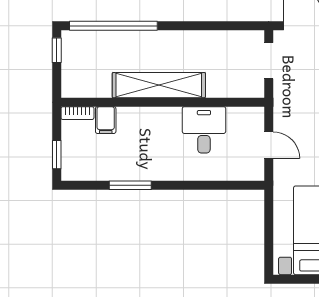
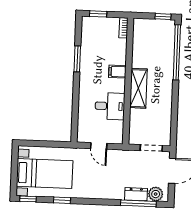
shelving: (159, 85) -> (138, 88), width x0.68
filing cabinet: (106, 120) -> (117, 72), moved
door: (269, 145) -> (99, 146), hinge flipped

